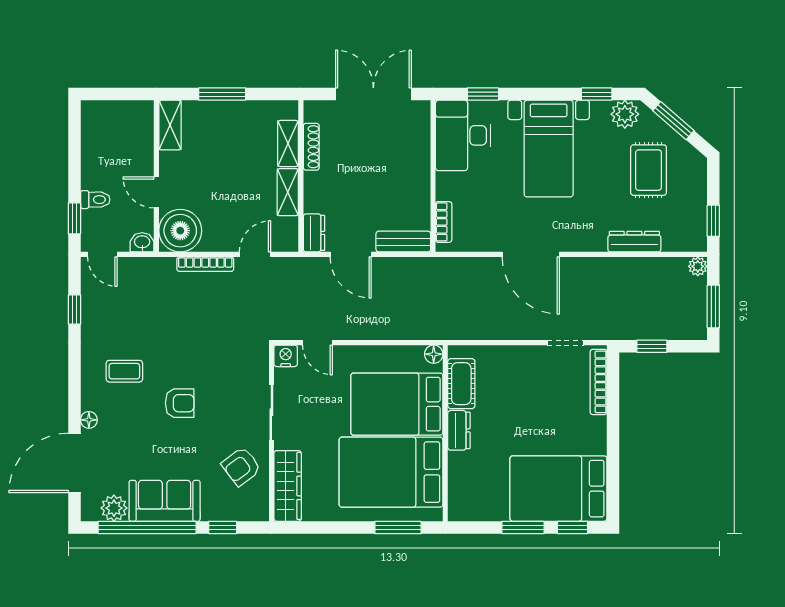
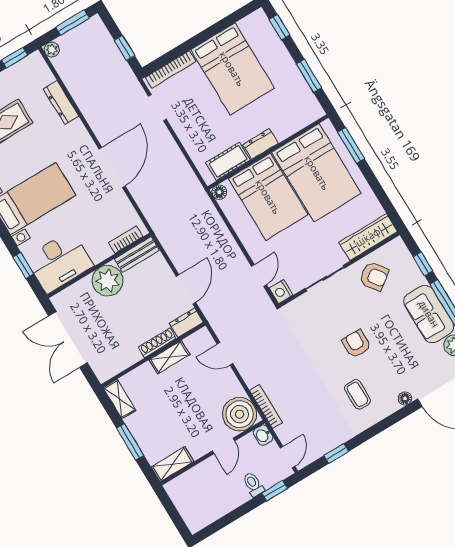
shelving: (288, 144) -> (119, 399), moved, turned 90
shoe rack: (311, 147) -> (157, 343), moved
plant: (411, 175) -> (108, 281), added
bench: (403, 242) -> (137, 255), moved, turned 90
bookcase: (205, 264) -> (266, 406), moved
bed: (558, 489) -> (232, 69), moved
window: (523, 527) -> (309, 76), moved

